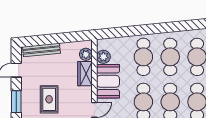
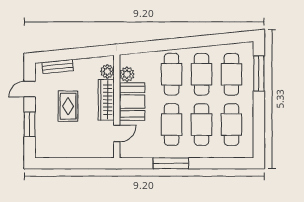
bench: (41, 50) -> (58, 67), width x0.73
wardrobe: (85, 74) -> (106, 100), width x1.50
rug: (49, 99) -> (68, 106), moved

